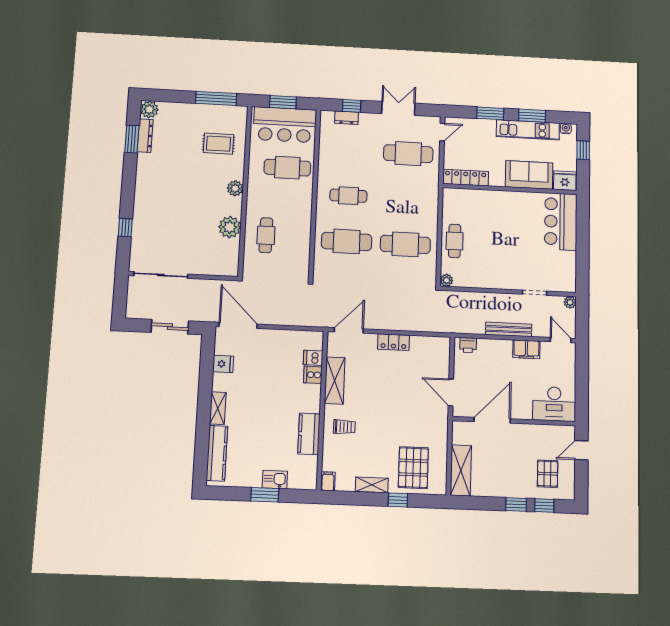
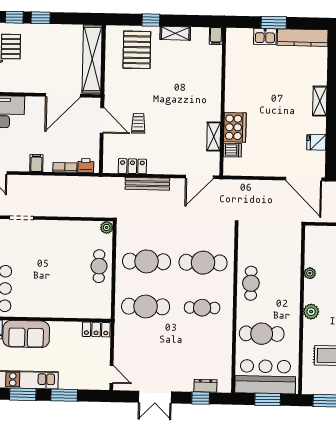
door: (442, 132) -> (111, 374), swing flipped
cafe table: (408, 154) -> (146, 307), moved
locker: (466, 178) -> (96, 329), width x0.66
plant: (230, 227) -> (310, 273), width x0.53, depth x0.53
cafe table: (266, 235) -> (251, 283), moved
bench: (509, 329) -> (147, 184), moved
locker: (393, 342) -> (132, 166), moved
bookcase: (490, 344) -> (65, 167), added
filing cabinet: (526, 349) -> (36, 163), width x0.50
cooker: (313, 375) -> (235, 127), width x1.87, depth x1.31
shelving: (335, 381) -> (214, 137), width x0.67, depth x0.75
trolley: (344, 427) -> (138, 123), moved, turned 90
kitchen counter: (309, 434) -> (234, 79), removed
kitchen counter: (217, 453) -> (303, 38), moved, turned -90
shelving: (461, 470) -> (92, 59), width x1.47

